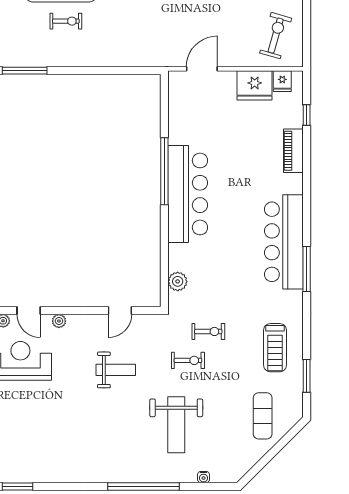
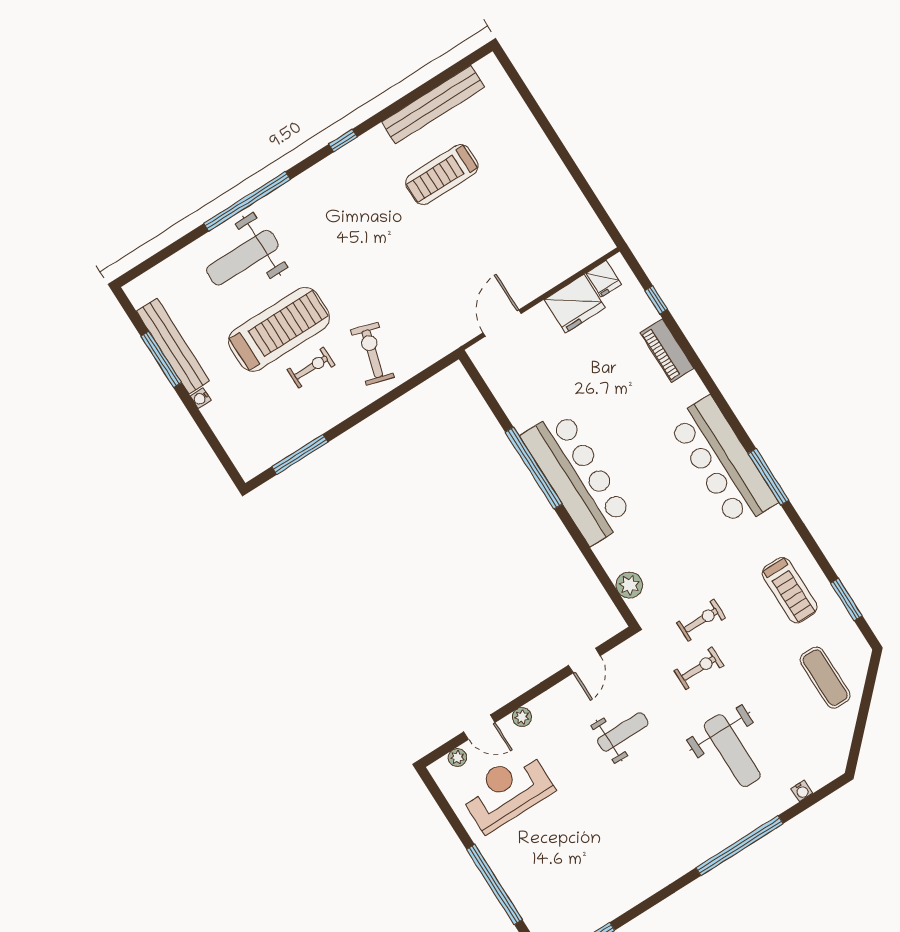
exercise bike: (276, 36) -> (372, 354), moved

